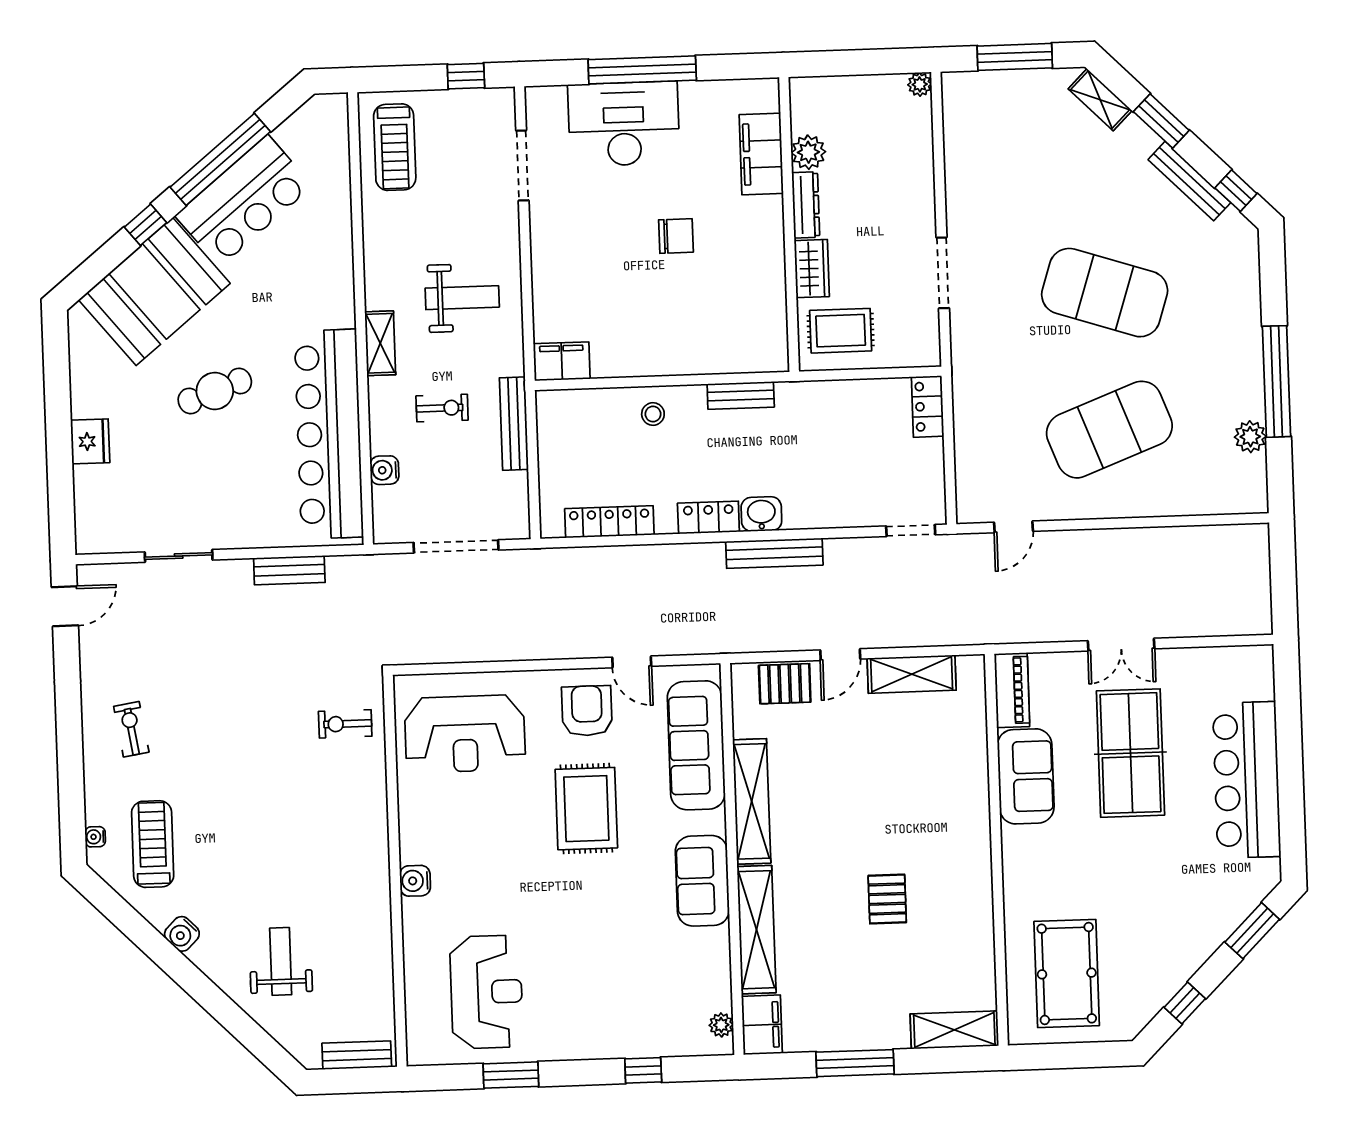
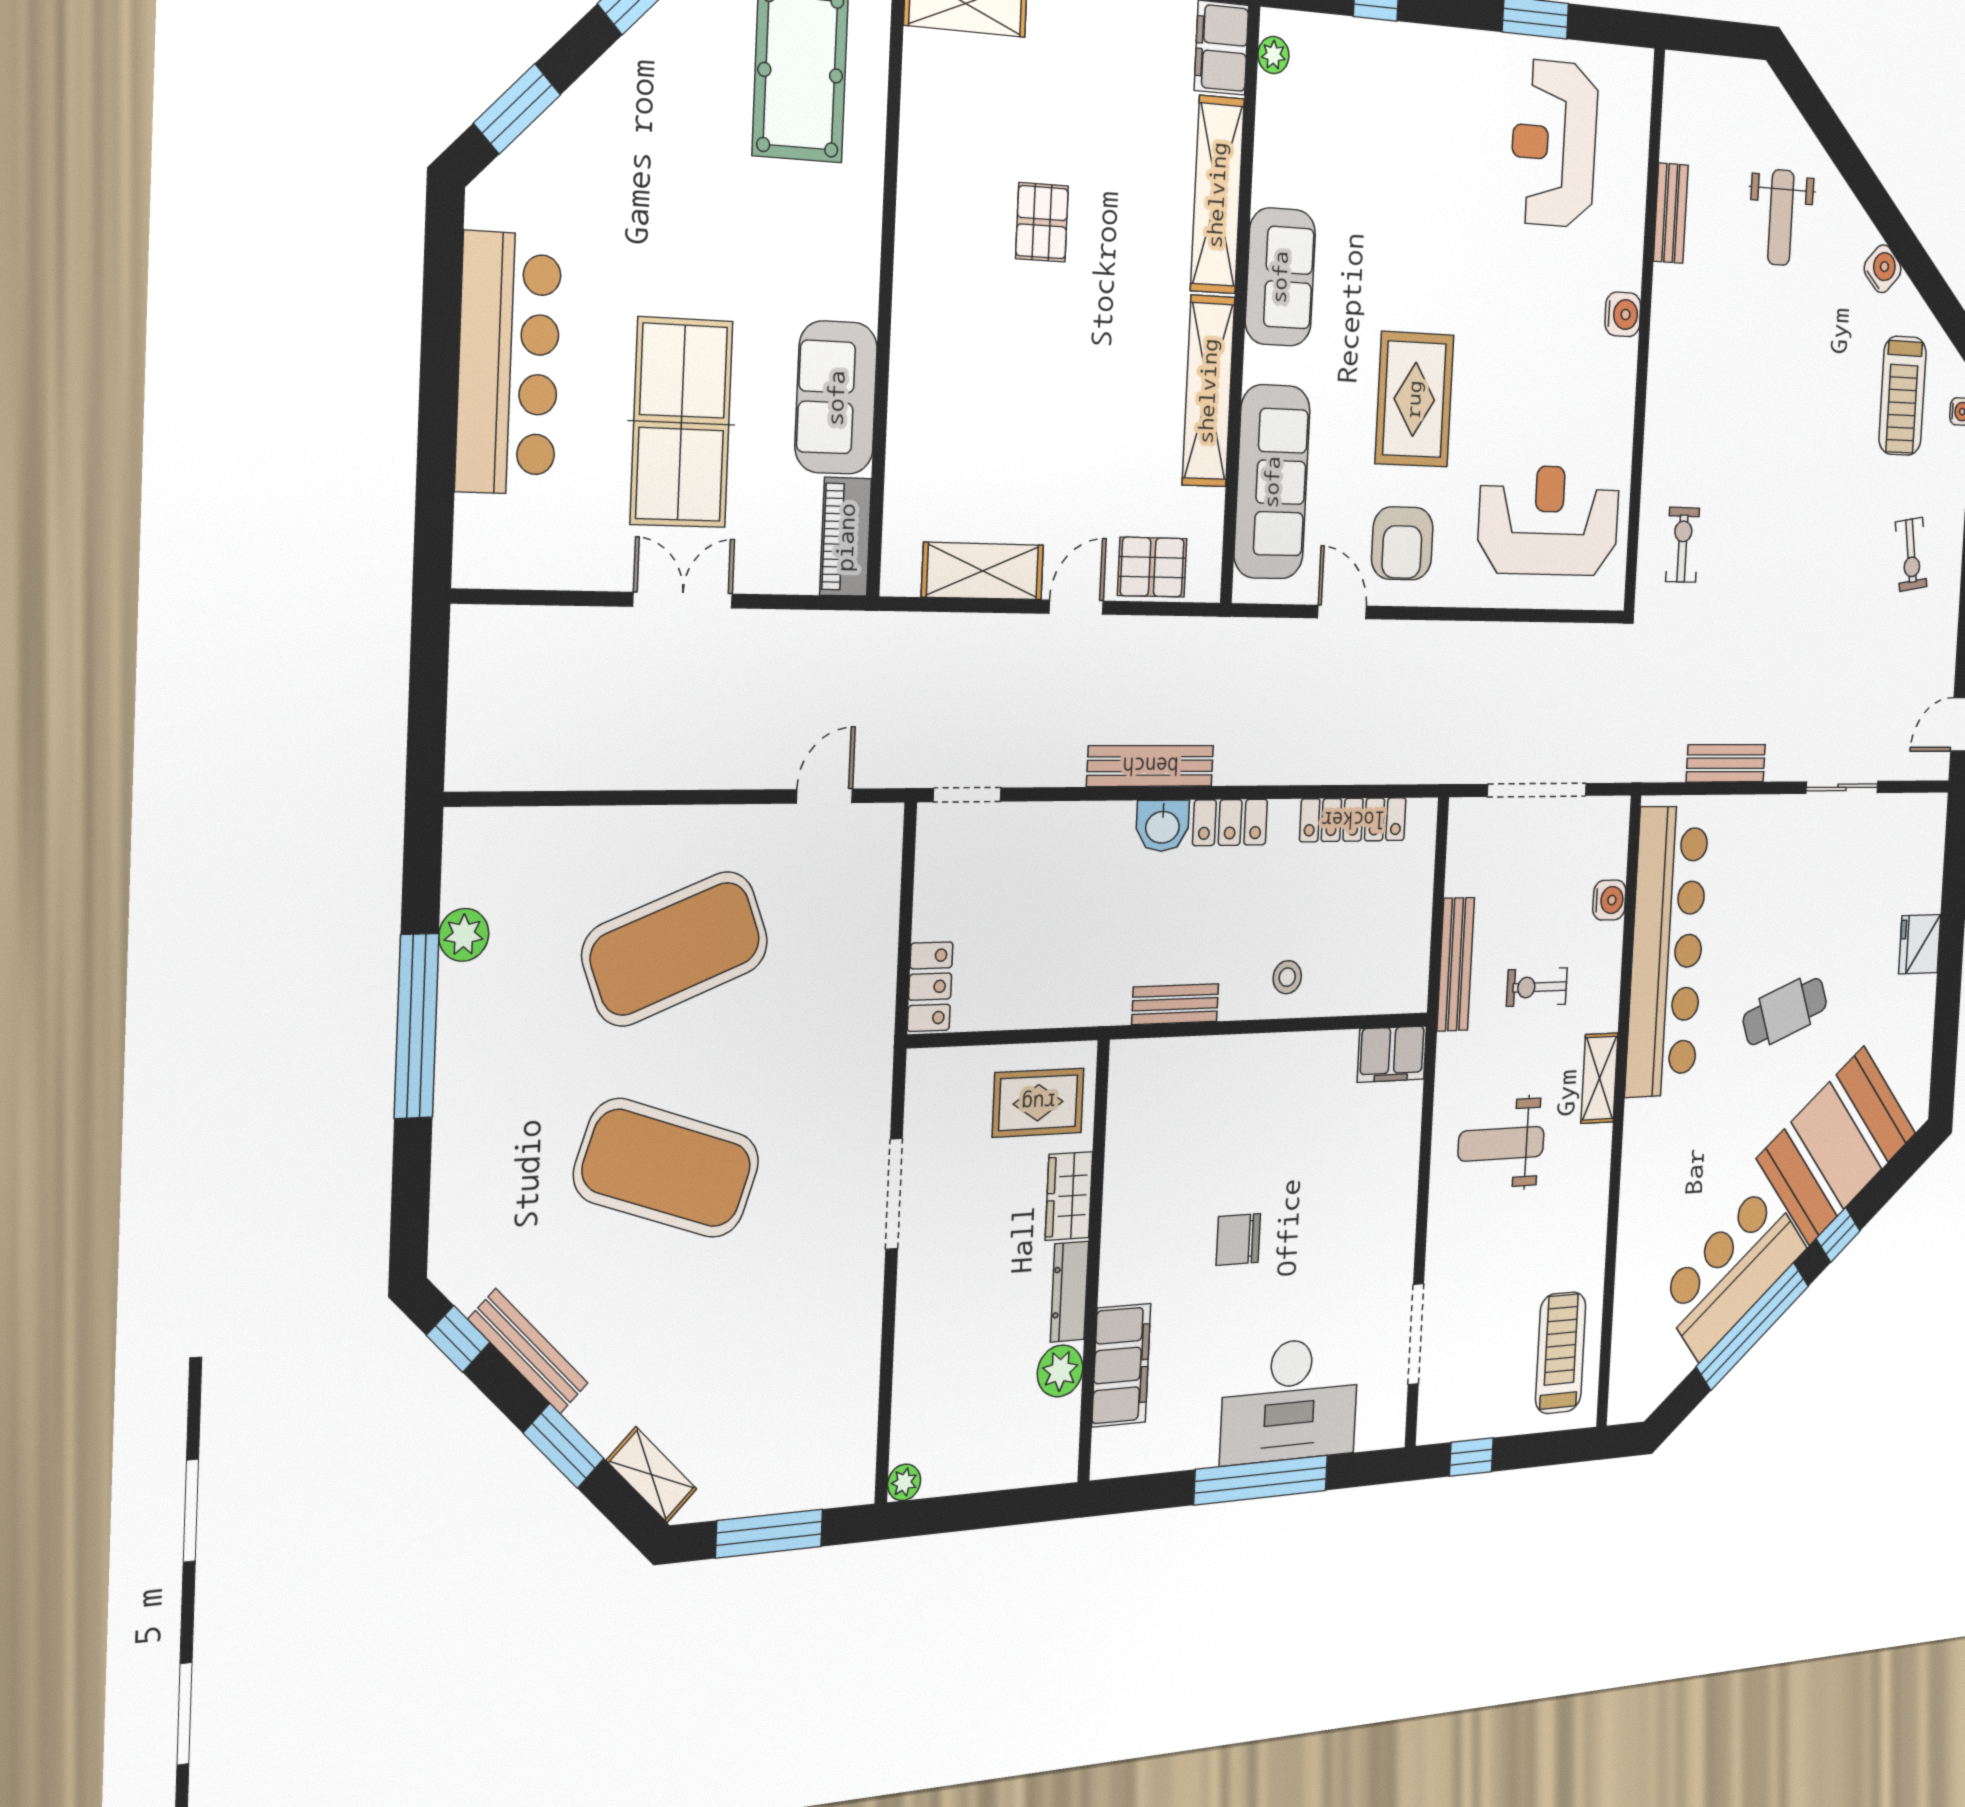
exercise bike: (345, 724) -> (1683, 545), turned -90
bench: (357, 1055) -> (1671, 213), moved, turned 90

